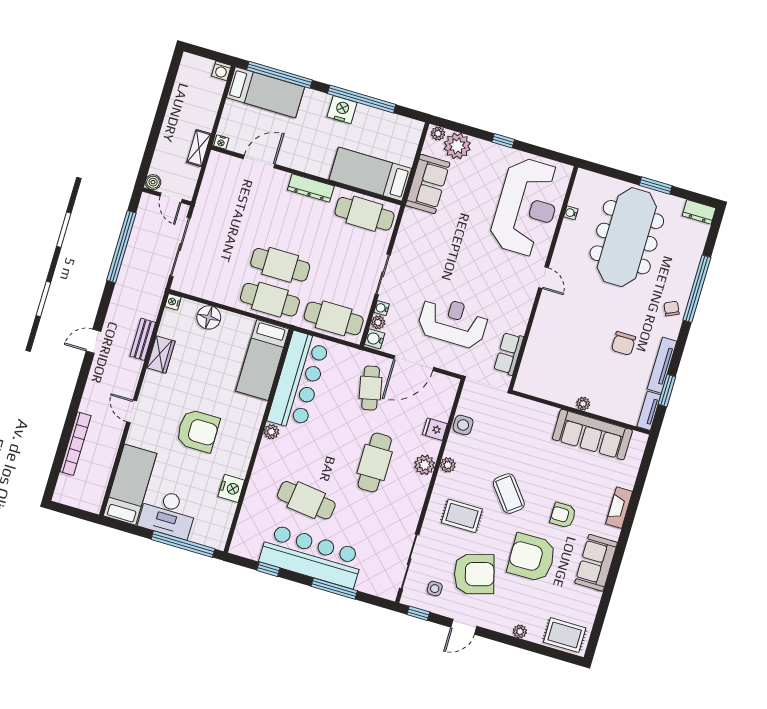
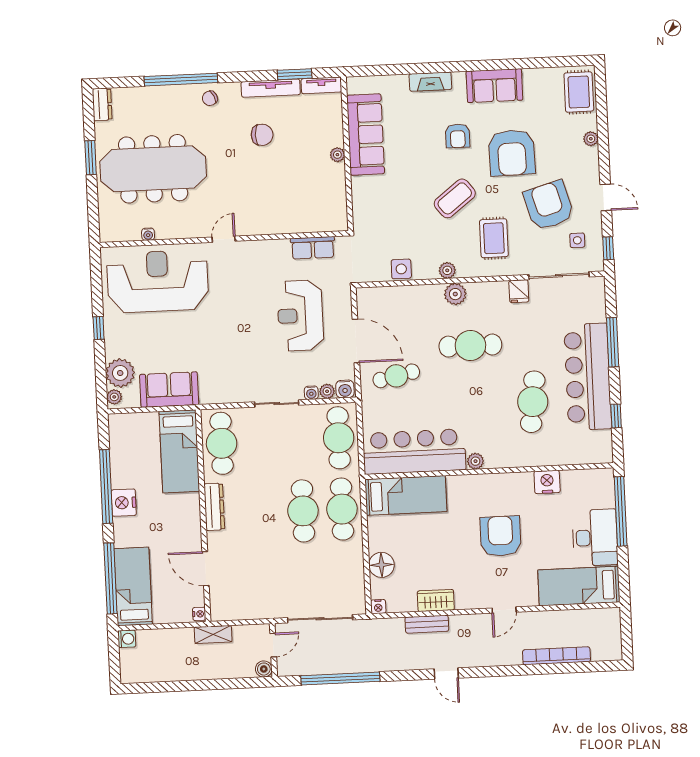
fridge: (435, 429) -> (519, 291), moved

